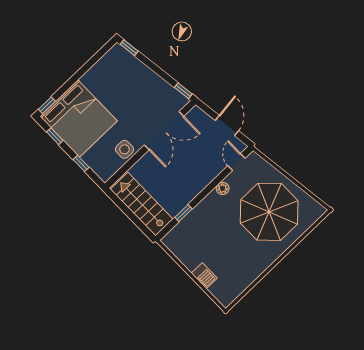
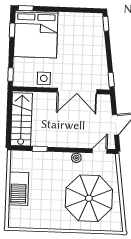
window: (81, 163) -> (11, 75), moved
barbecue: (204, 276) -> (19, 189), width x1.88, depth x1.53

